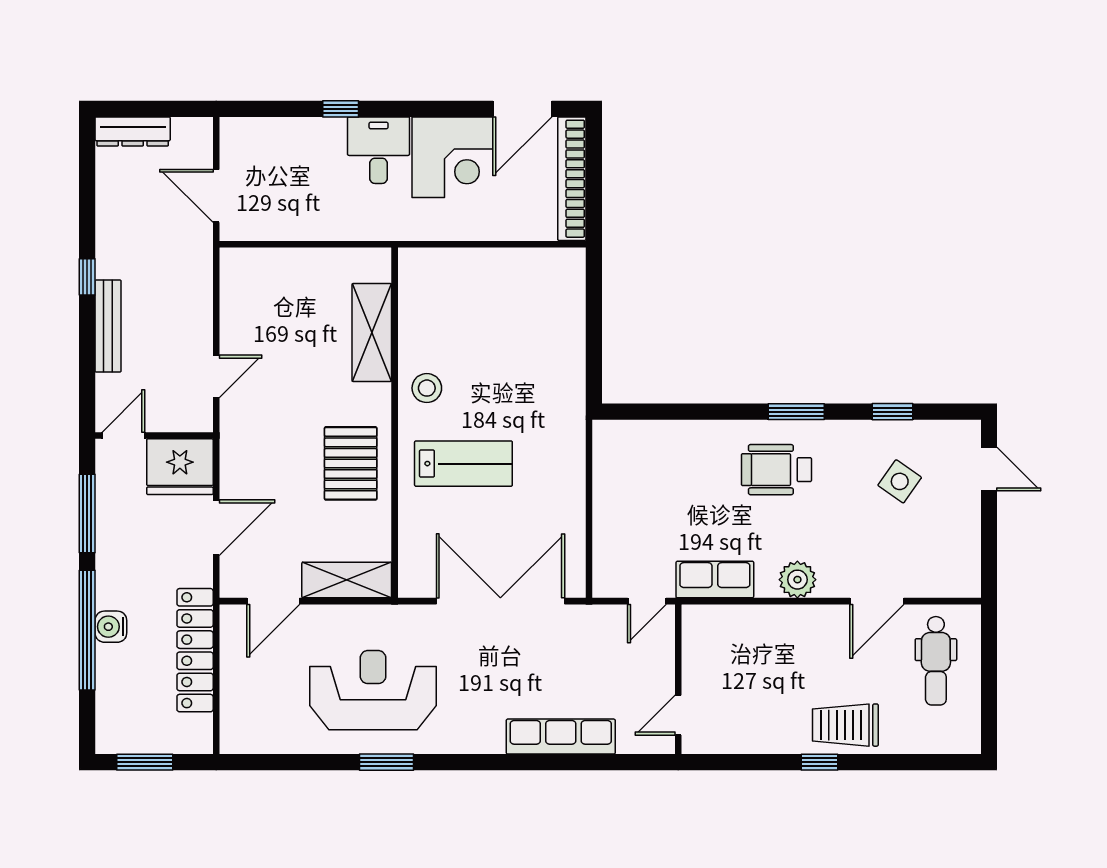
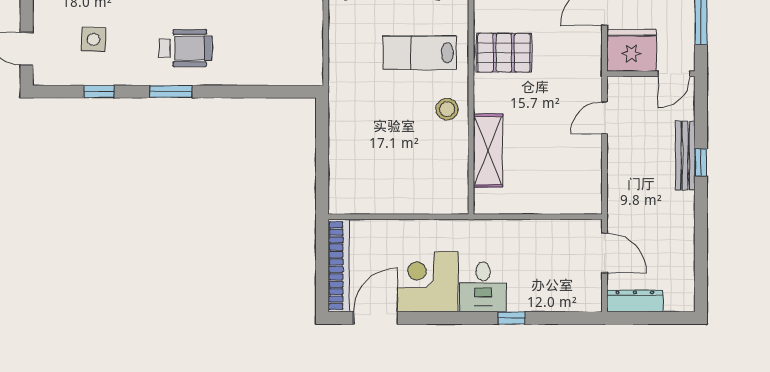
dresser: (133, 131) -> (635, 301), moved
window: (87, 277) -> (701, 162), moved
pallet: (351, 463) -> (504, 53), turned 90
side table: (900, 481) -> (93, 39), turned -33

